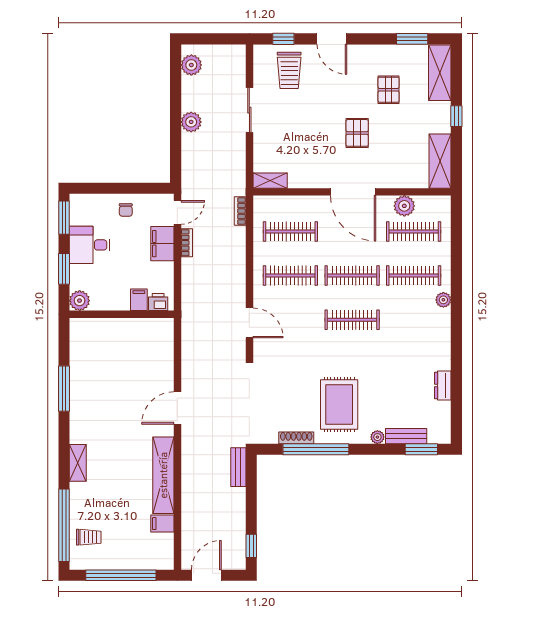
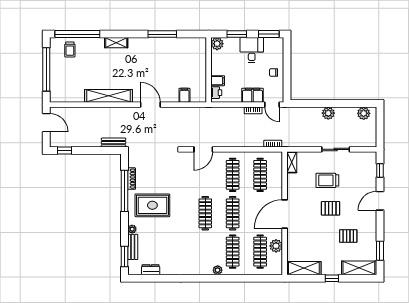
trolley: (289, 70) -> (327, 180), moved
pallet: (357, 133) -> (331, 208), moved
dresser: (443, 385) -> (151, 270), moved
filing cabinet: (162, 524) -> (184, 95), moved

